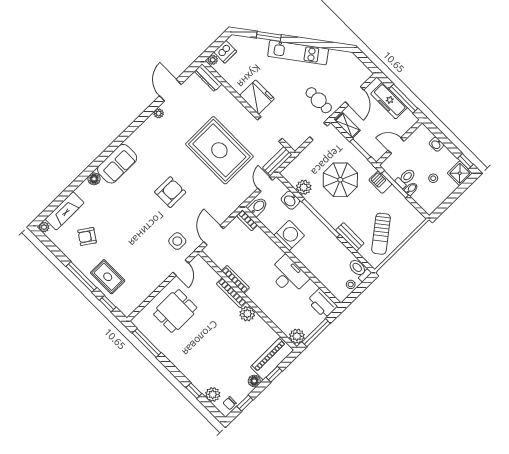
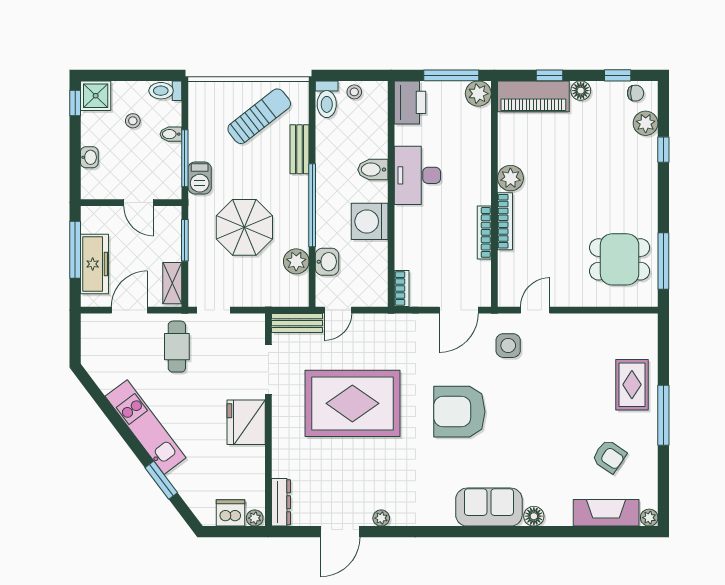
rug: (219, 150) -> (352, 403), turned 90
toilet: (406, 178) -> (165, 91), moved
armchair: (170, 192) -> (459, 412), width x1.36, depth x1.36
bidet: (258, 207) -> (373, 170), moved
window: (108, 304) -> (663, 353), removed
dining table: (175, 311) -> (620, 259), moved

